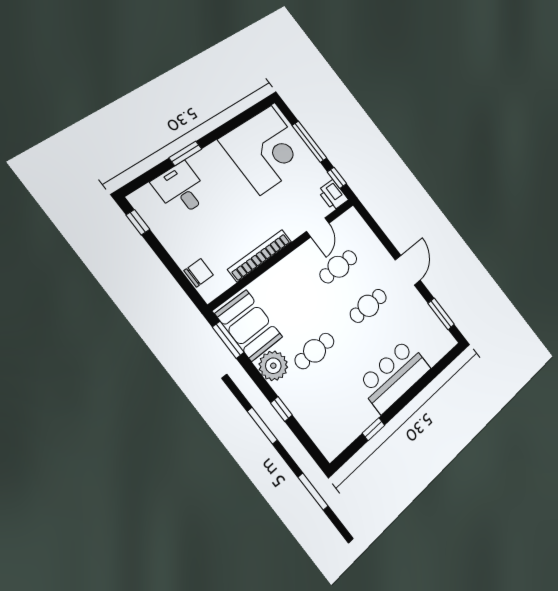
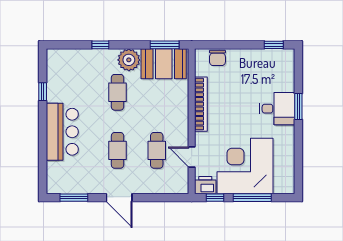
corner desk: (266, 150) -> (245, 166), moved, turned 90
desk: (181, 189) -> (277, 109), moved

